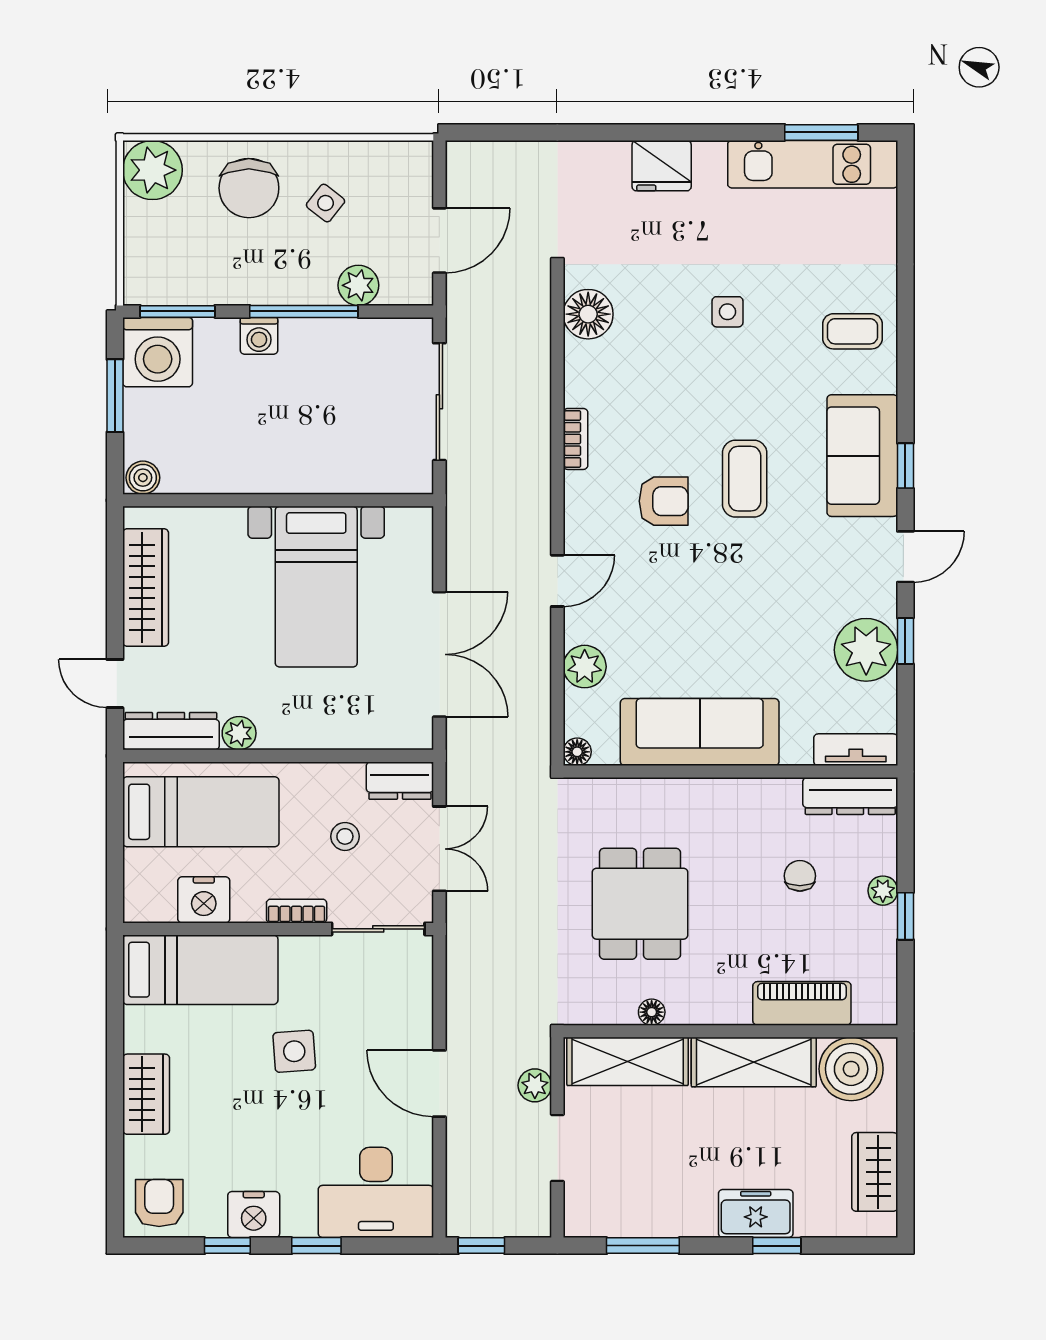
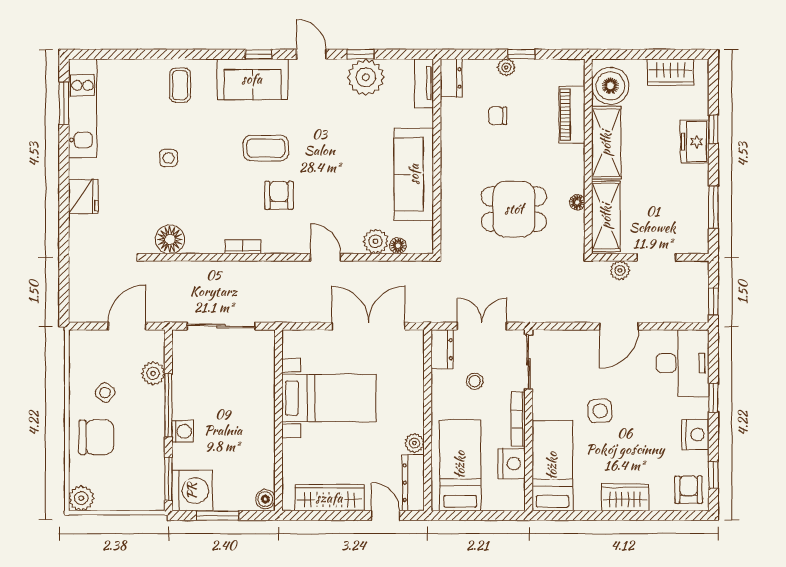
plant: (152, 170) -> (81, 498), width x0.73, depth x0.73
door: (439, 241) -> (127, 326), hinge flipped
door: (115, 684) -> (385, 515), swing flipped
floor lamp: (577, 752) -> (398, 246), moved
dresser: (850, 796) -> (451, 78), width x0.70
bookcase: (297, 911) -> (518, 419), width x1.56
armchair: (159, 1203) -> (689, 490), turned 90
window: (227, 1246) -> (713, 475), moved

